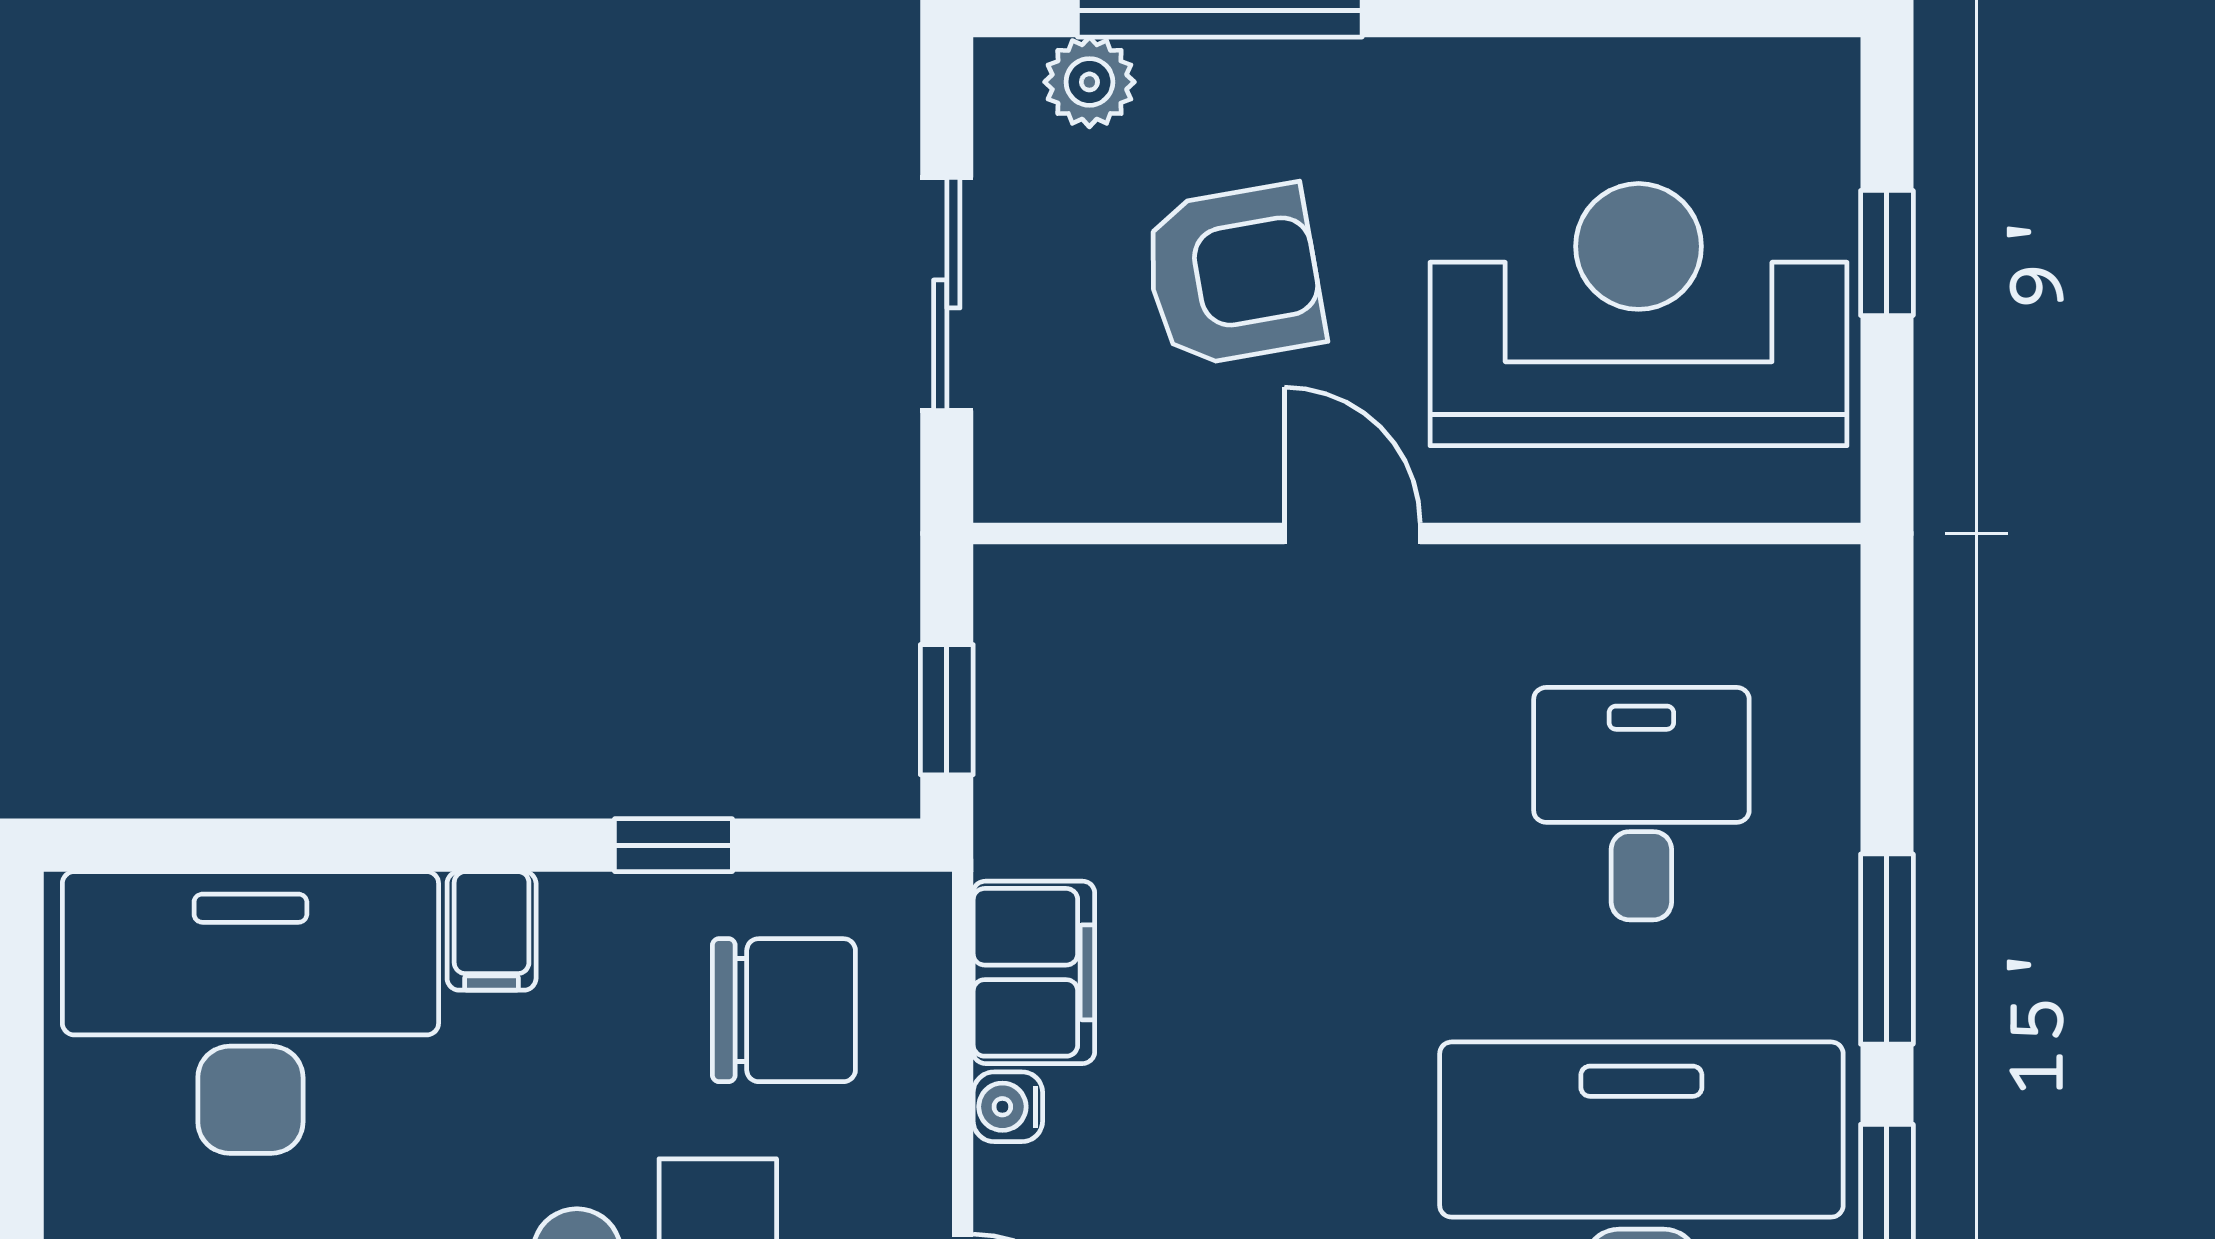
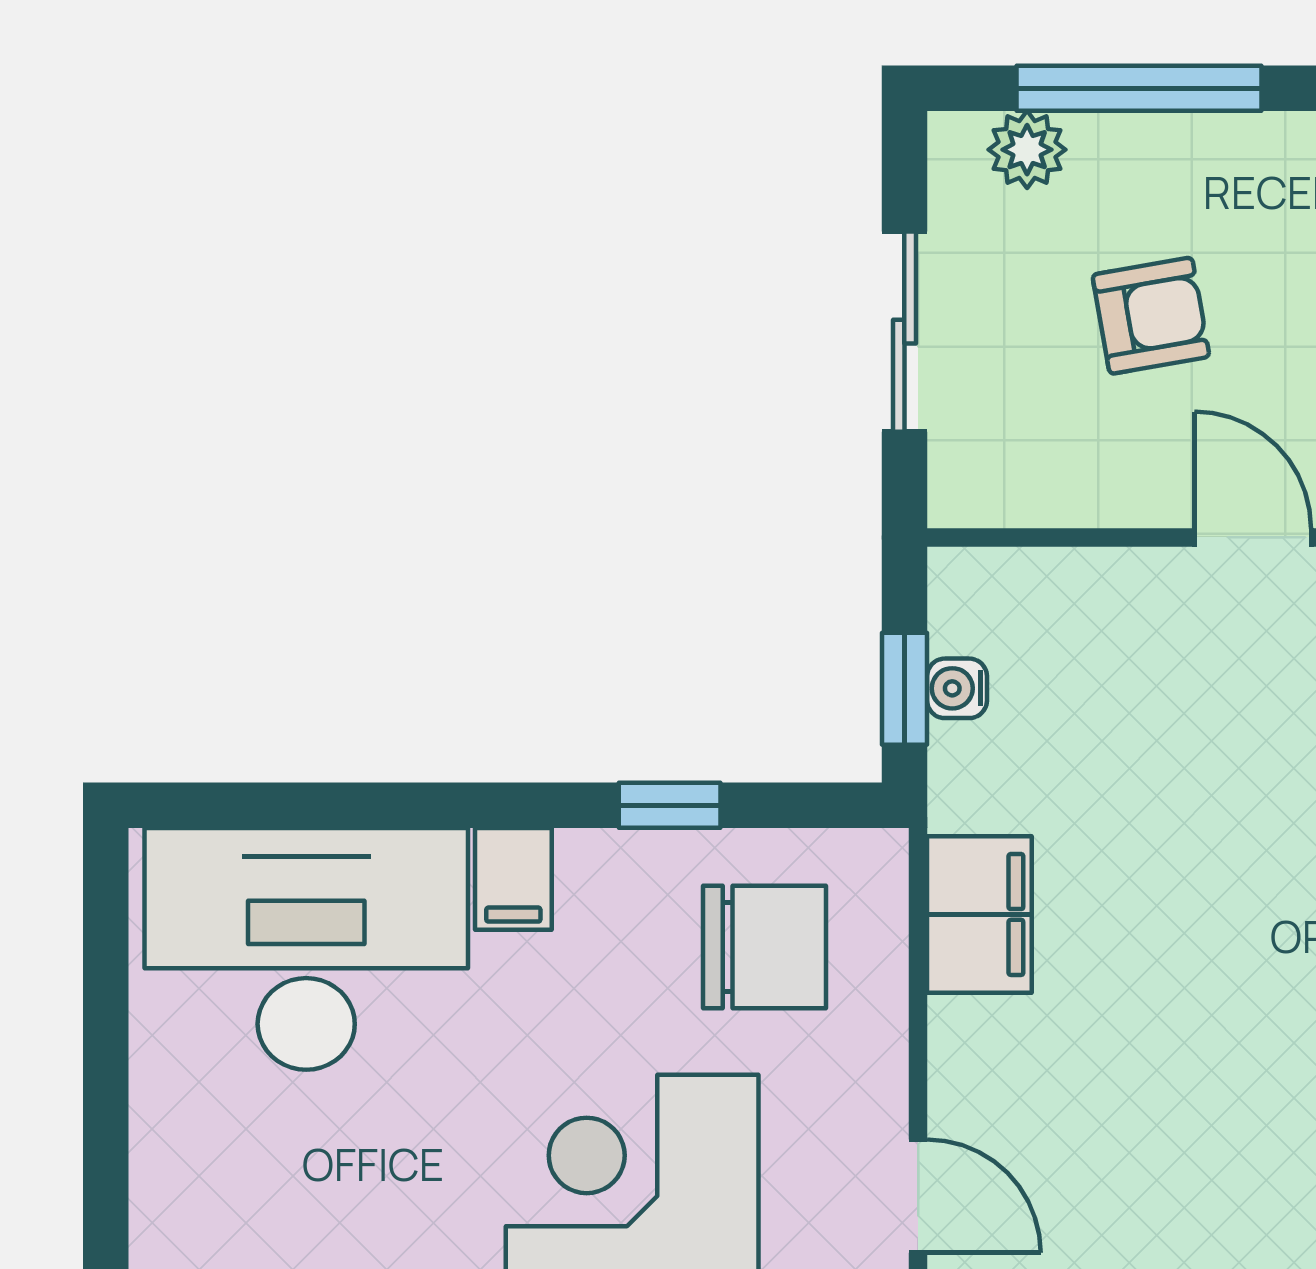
armchair: (1234, 275) -> (1151, 316), width x0.72, depth x0.72
water cooler: (1008, 1107) -> (957, 688), moved

